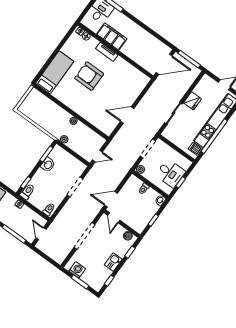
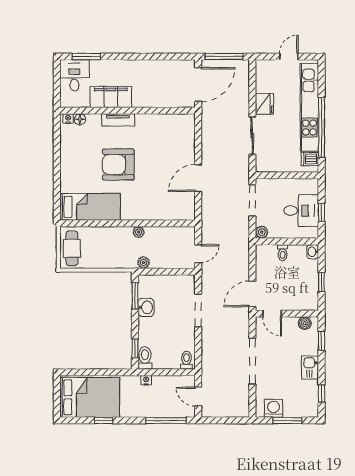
bed: (55, 72) -> (90, 207), moved, turned 90
cafe table: (31, 103) -> (72, 248), added

